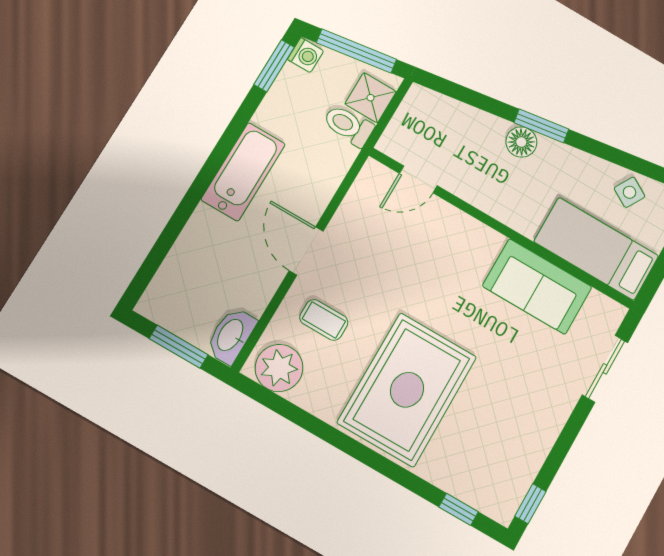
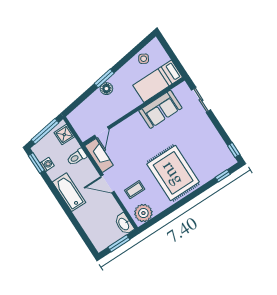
washing machine: (305, 55) -> (47, 164), moved
toilet: (348, 126) -> (77, 157), moved
fireplace: (362, 199) -> (99, 155), added

